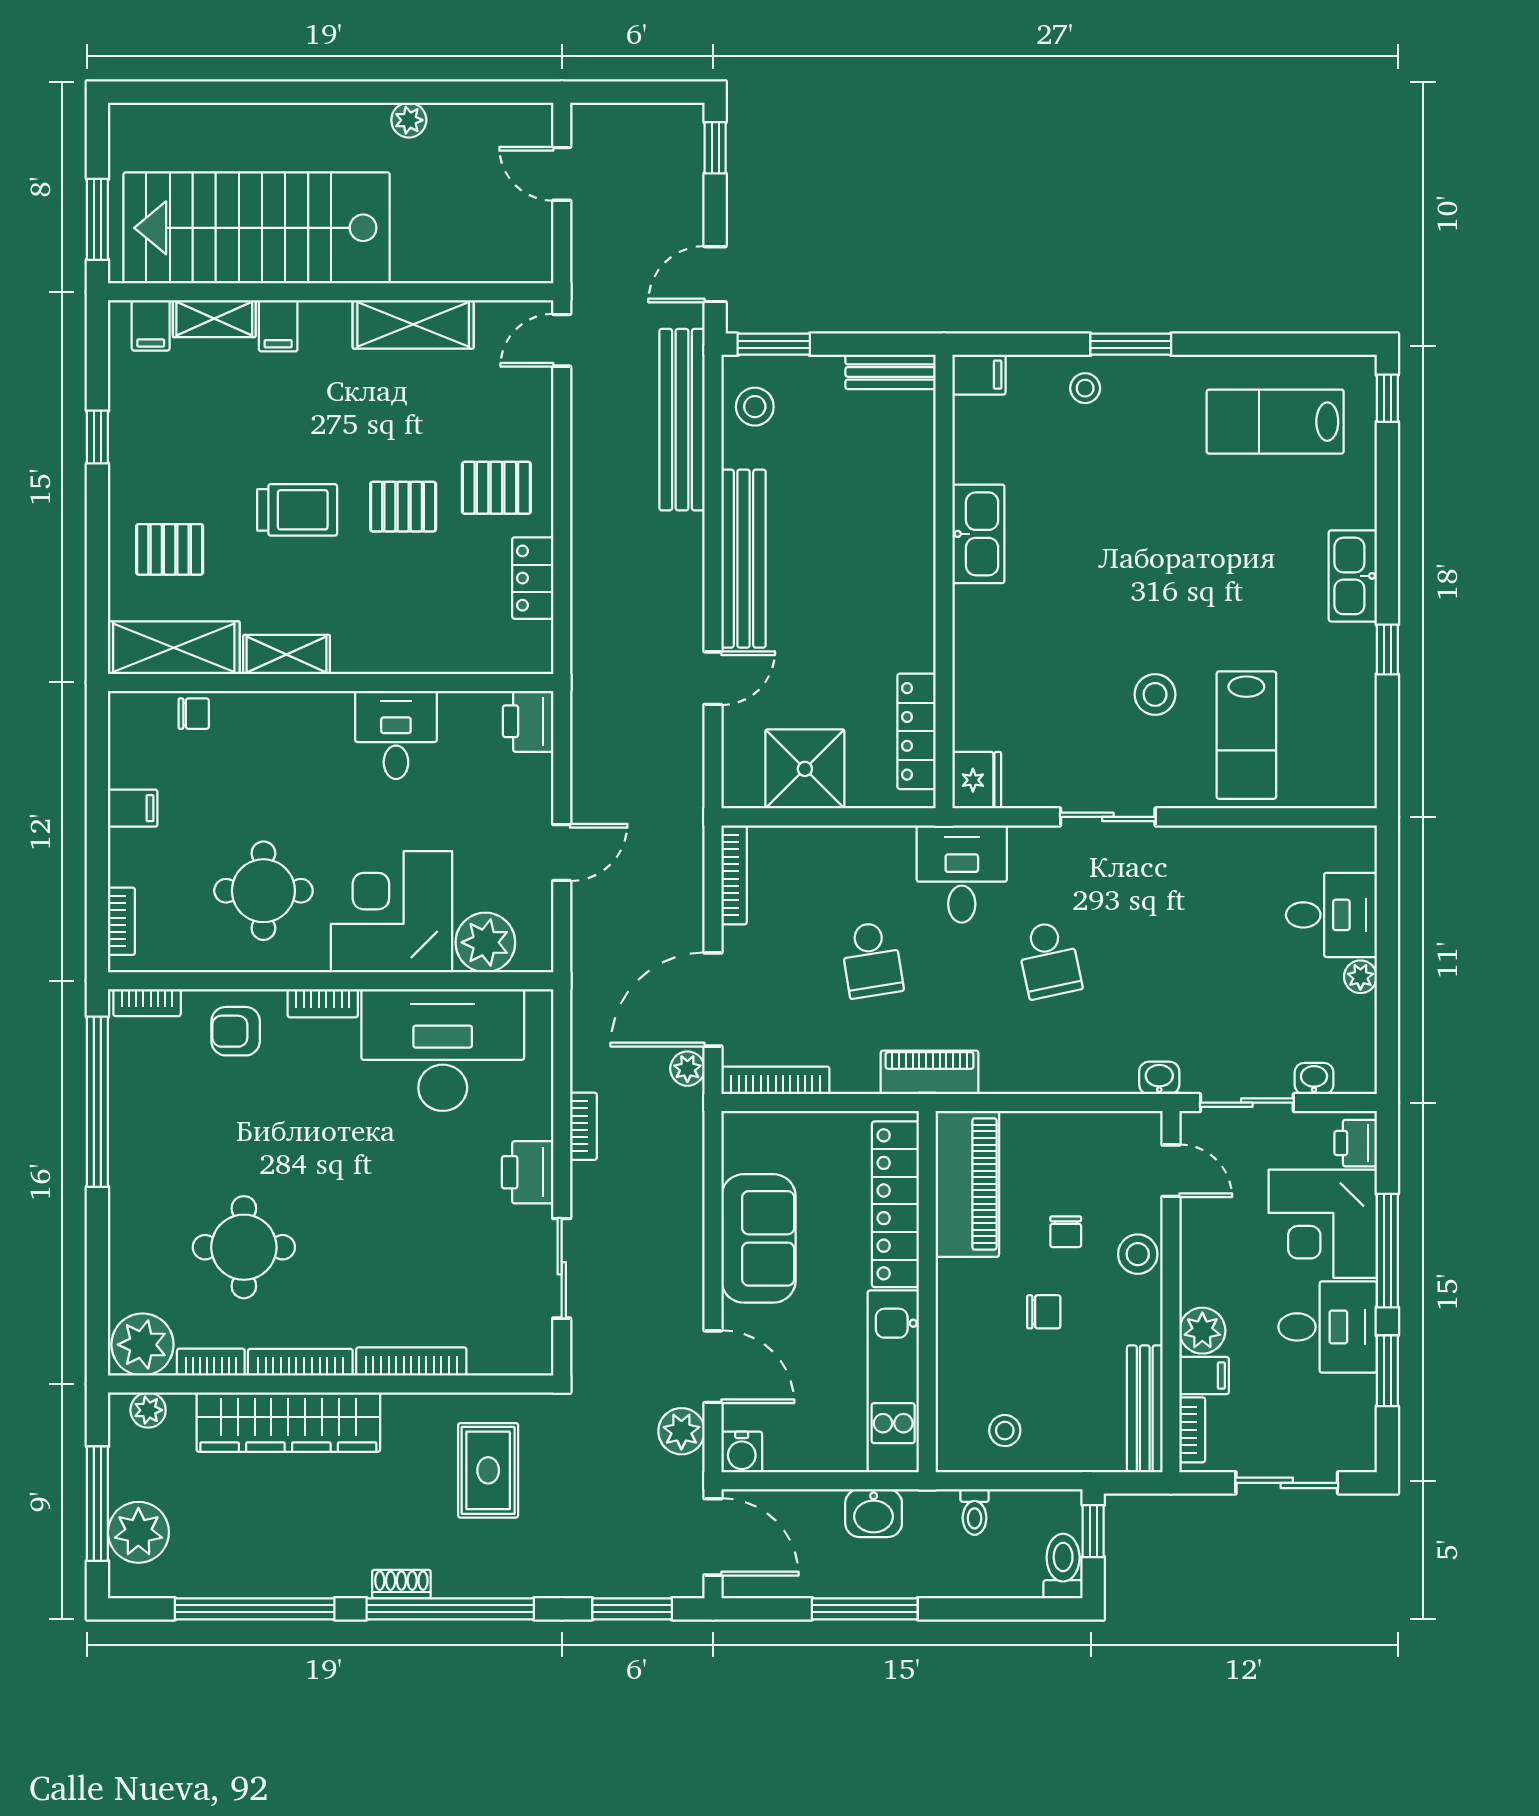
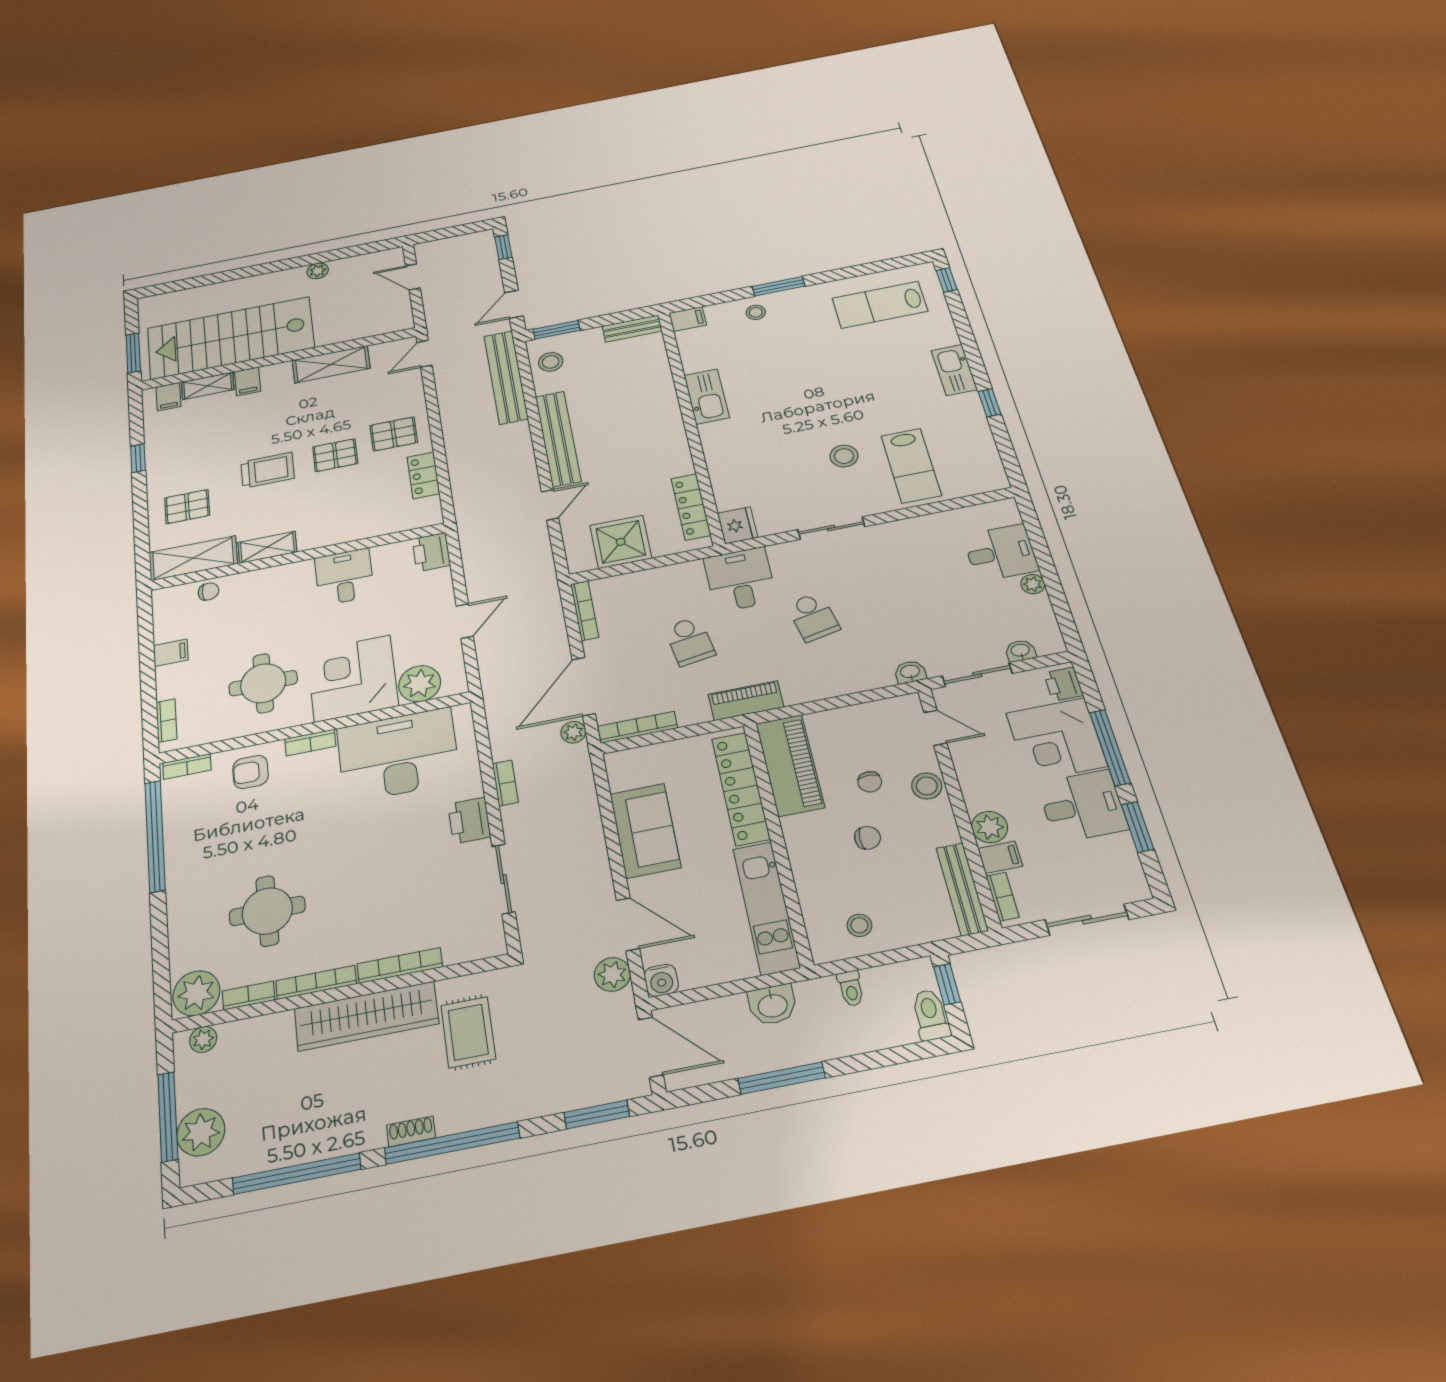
wardrobe: (288, 1422) -> (366, 1016), moved

